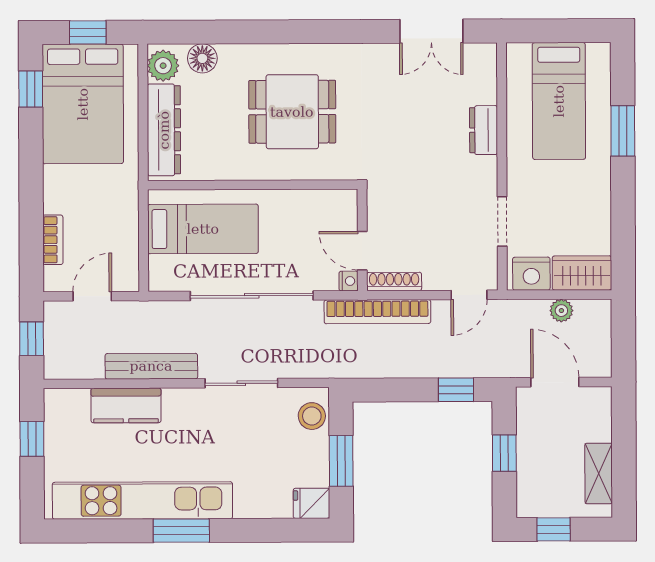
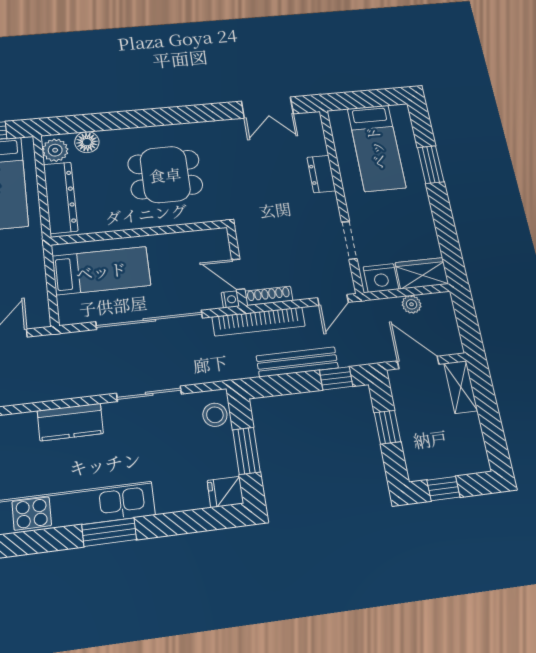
bench: (151, 366) -> (297, 362), moved
kitchen counter: (126, 405) -> (70, 422), moved
shelving: (599, 473) -> (461, 387), moved

